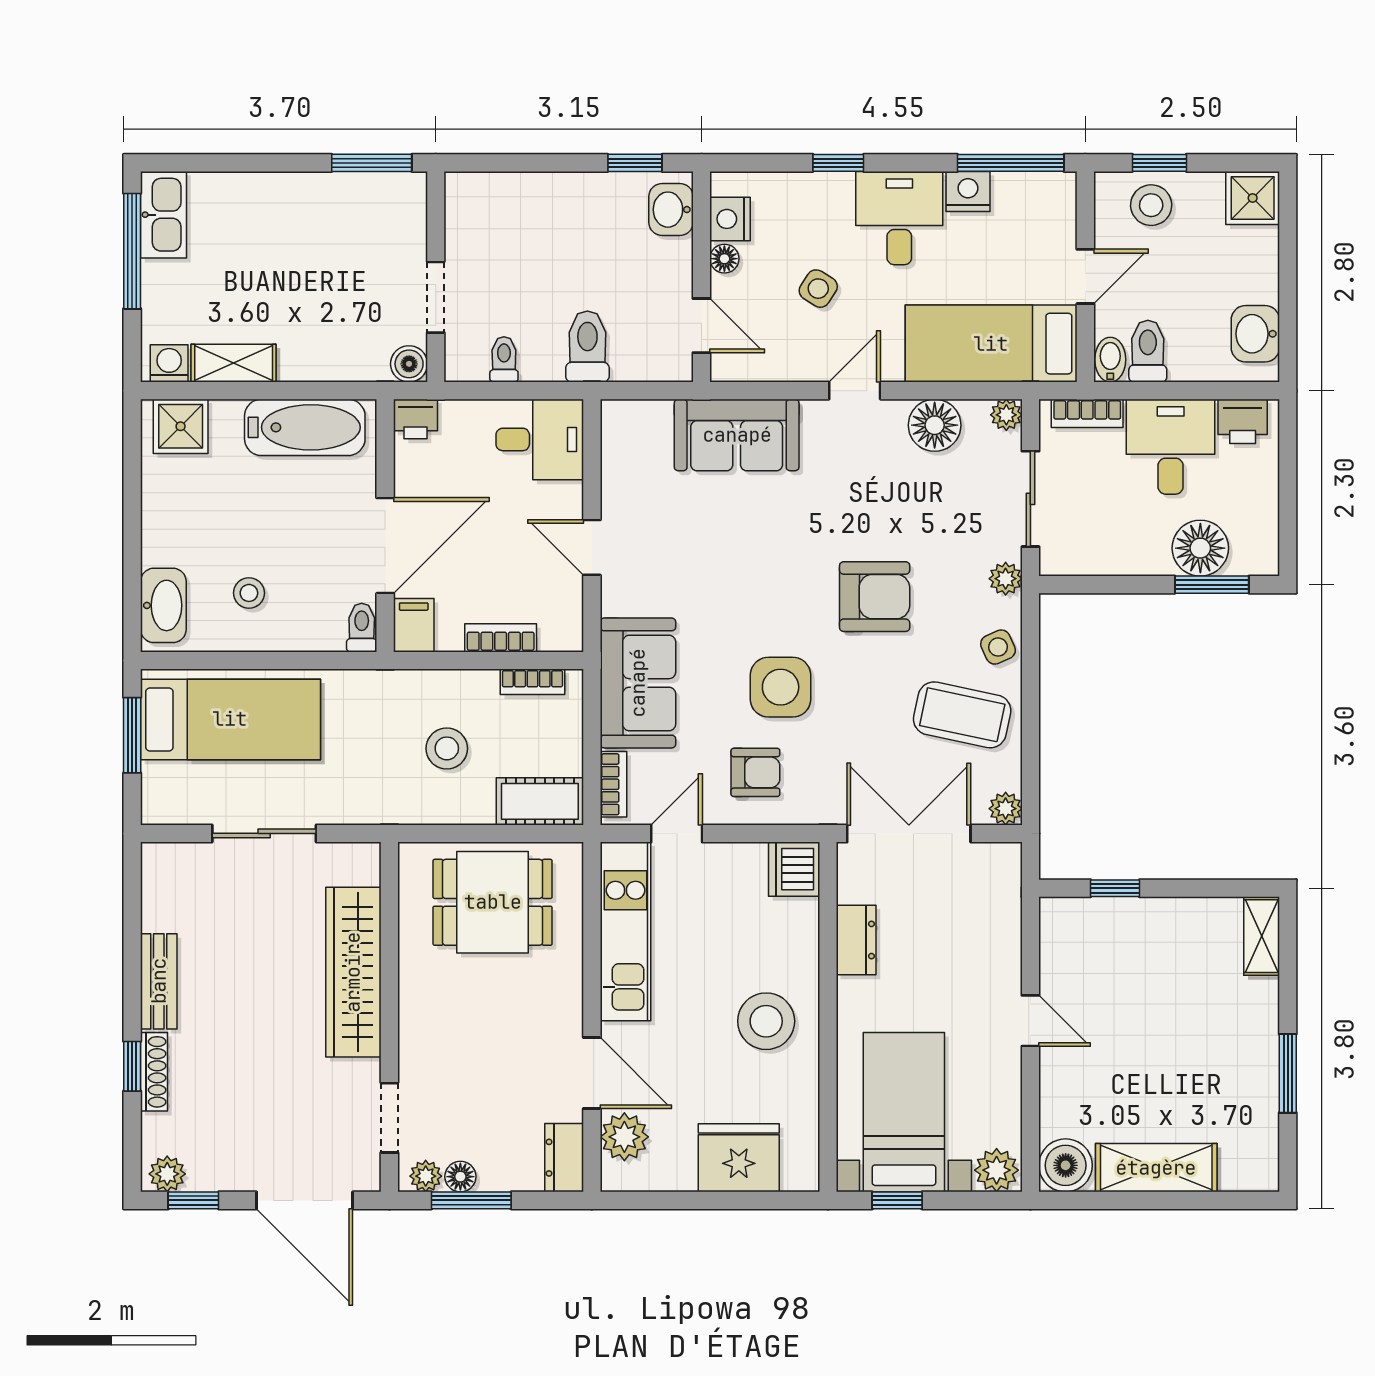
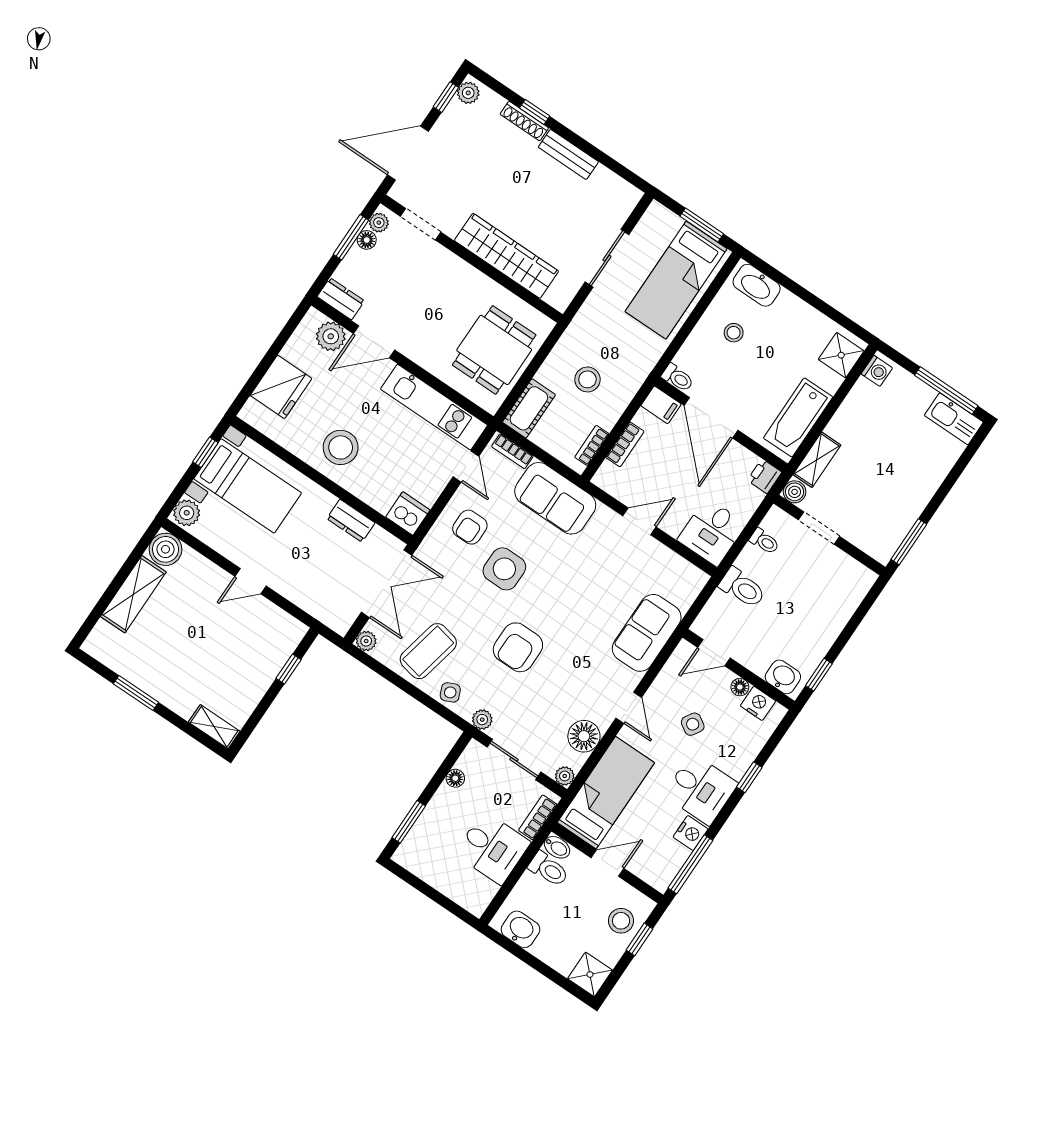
door: (1085, 276) -> (608, 863), swing flipped
shelving: (234, 363) -> (817, 460), moved
printer: (1243, 421) -> (481, 893), removed
floor lamp: (1200, 548) -> (455, 778), moved, width x0.53, depth x0.53

